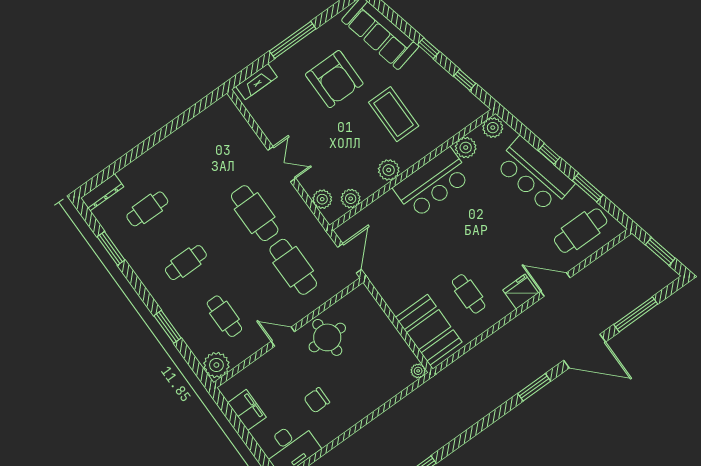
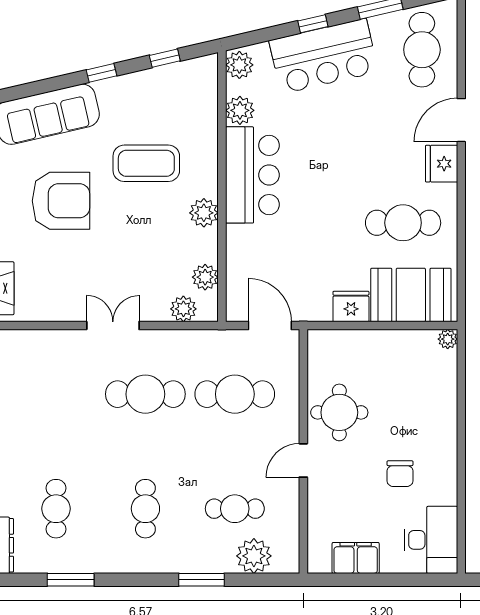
cafe table: (469, 294) -> (403, 223), width x1.37, depth x1.35
fridge: (396, 299) -> (351, 306), added
plant: (216, 365) -> (254, 556), moved

